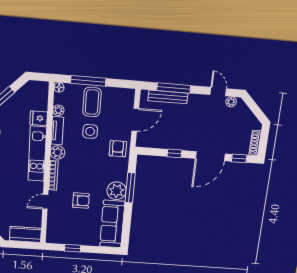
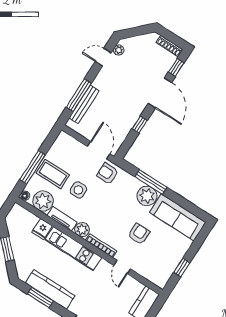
plant: (58, 110) -> (43, 201), width x1.87, depth x1.87
door: (135, 120) -> (99, 150), moved

